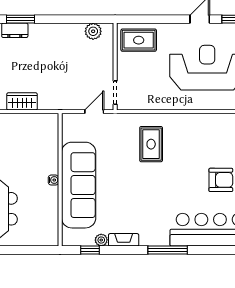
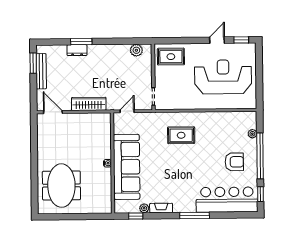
wardrobe: (22, 101) -> (89, 104), width x1.50
door: (94, 112) -> (127, 111), moved
rug: (151, 144) -> (181, 135), turned 90

